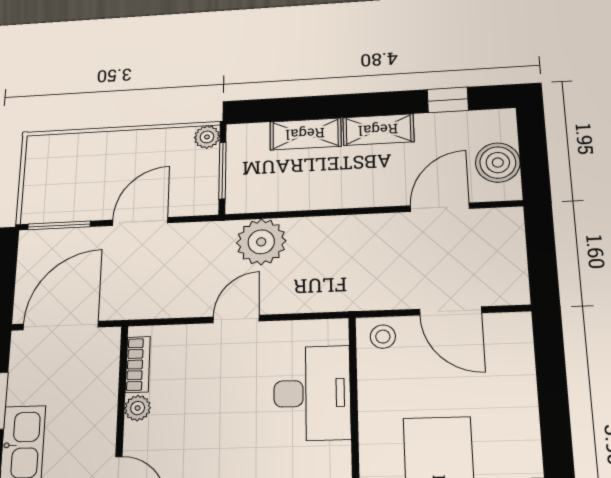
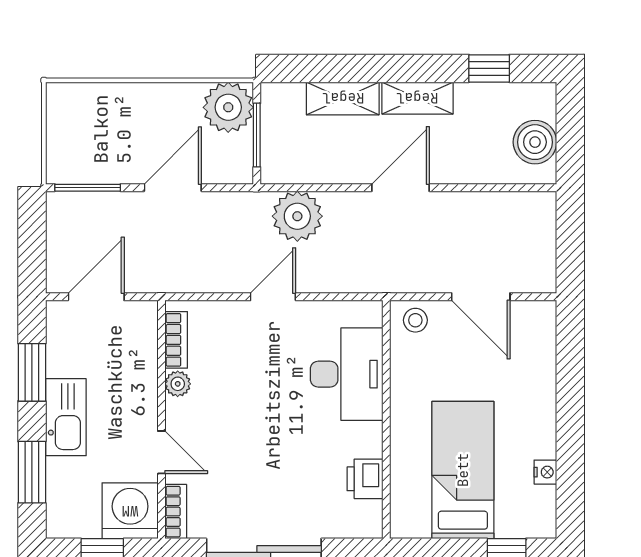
plant: (207, 137) -> (228, 107), width x1.88, depth x1.88
door: (440, 207) -> (400, 188), moved
door: (61, 326) -> (96, 297), width x0.73

